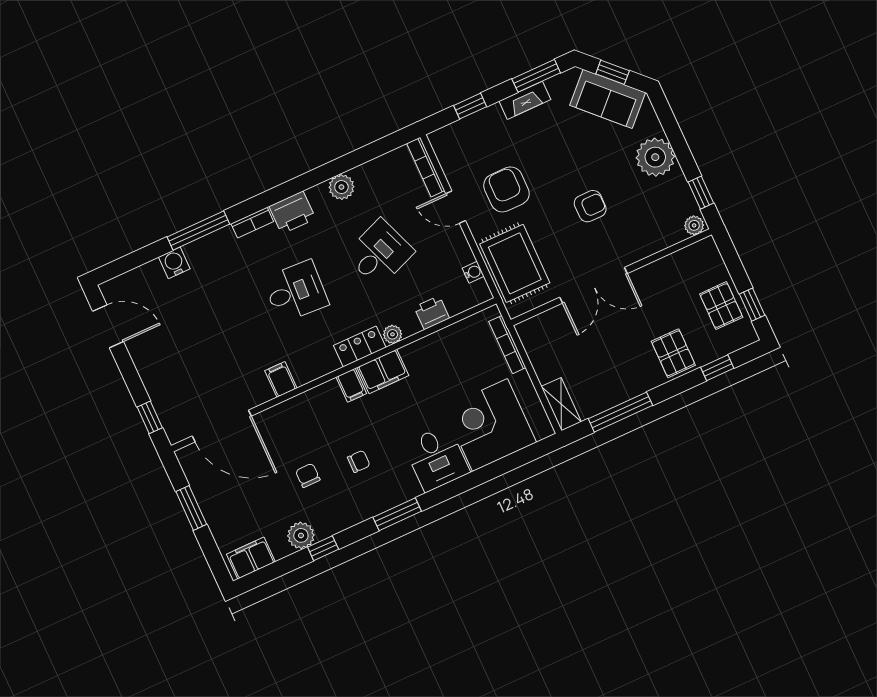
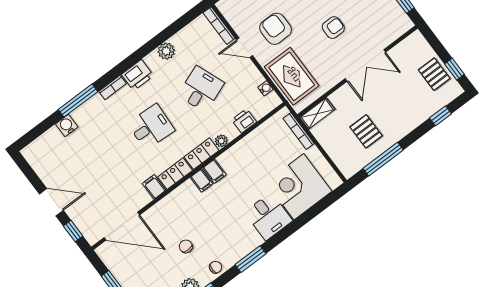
plant: (694, 225) -> (405, 25), removed
double door: (593, 285) -> (365, 65), moved
door: (108, 326) -> (51, 202), moved
pallet: (673, 353) -> (366, 131), moved
locker: (315, 367) -> (175, 174), added
filing cabinet: (383, 372) -> (214, 171), width x0.50
shelving: (561, 404) -> (317, 113), moved, turned 90
chair: (359, 461) -> (216, 267), moved

